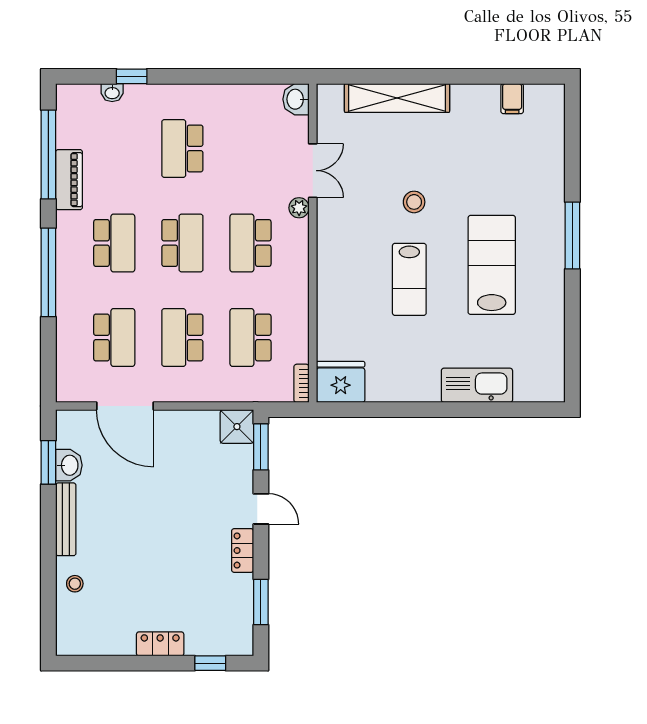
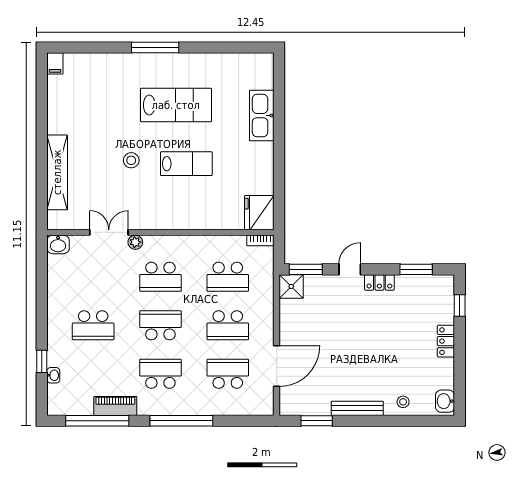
filing cabinet: (512, 99) -> (55, 63), moved, turned 90
lab bench: (492, 265) -> (176, 105), turned 180
washbasin: (69, 465) -> (445, 401), moved, turned -90

